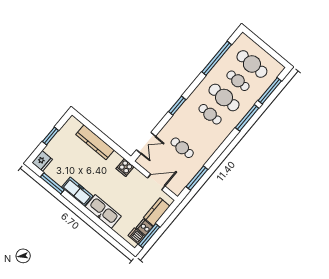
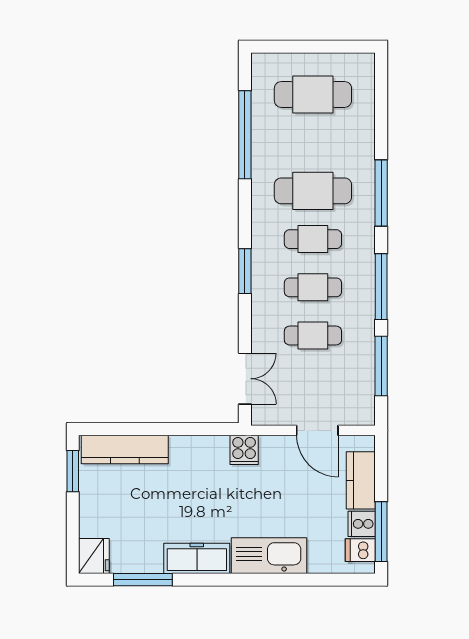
cafe table: (238, 81) -> (313, 287), moved
window: (270, 91) -> (381, 287), moved
window: (50, 136) -> (73, 471), moved
kitchen counter: (95, 142) -> (125, 450), moved
door: (156, 182) -> (317, 430), swing flipped

